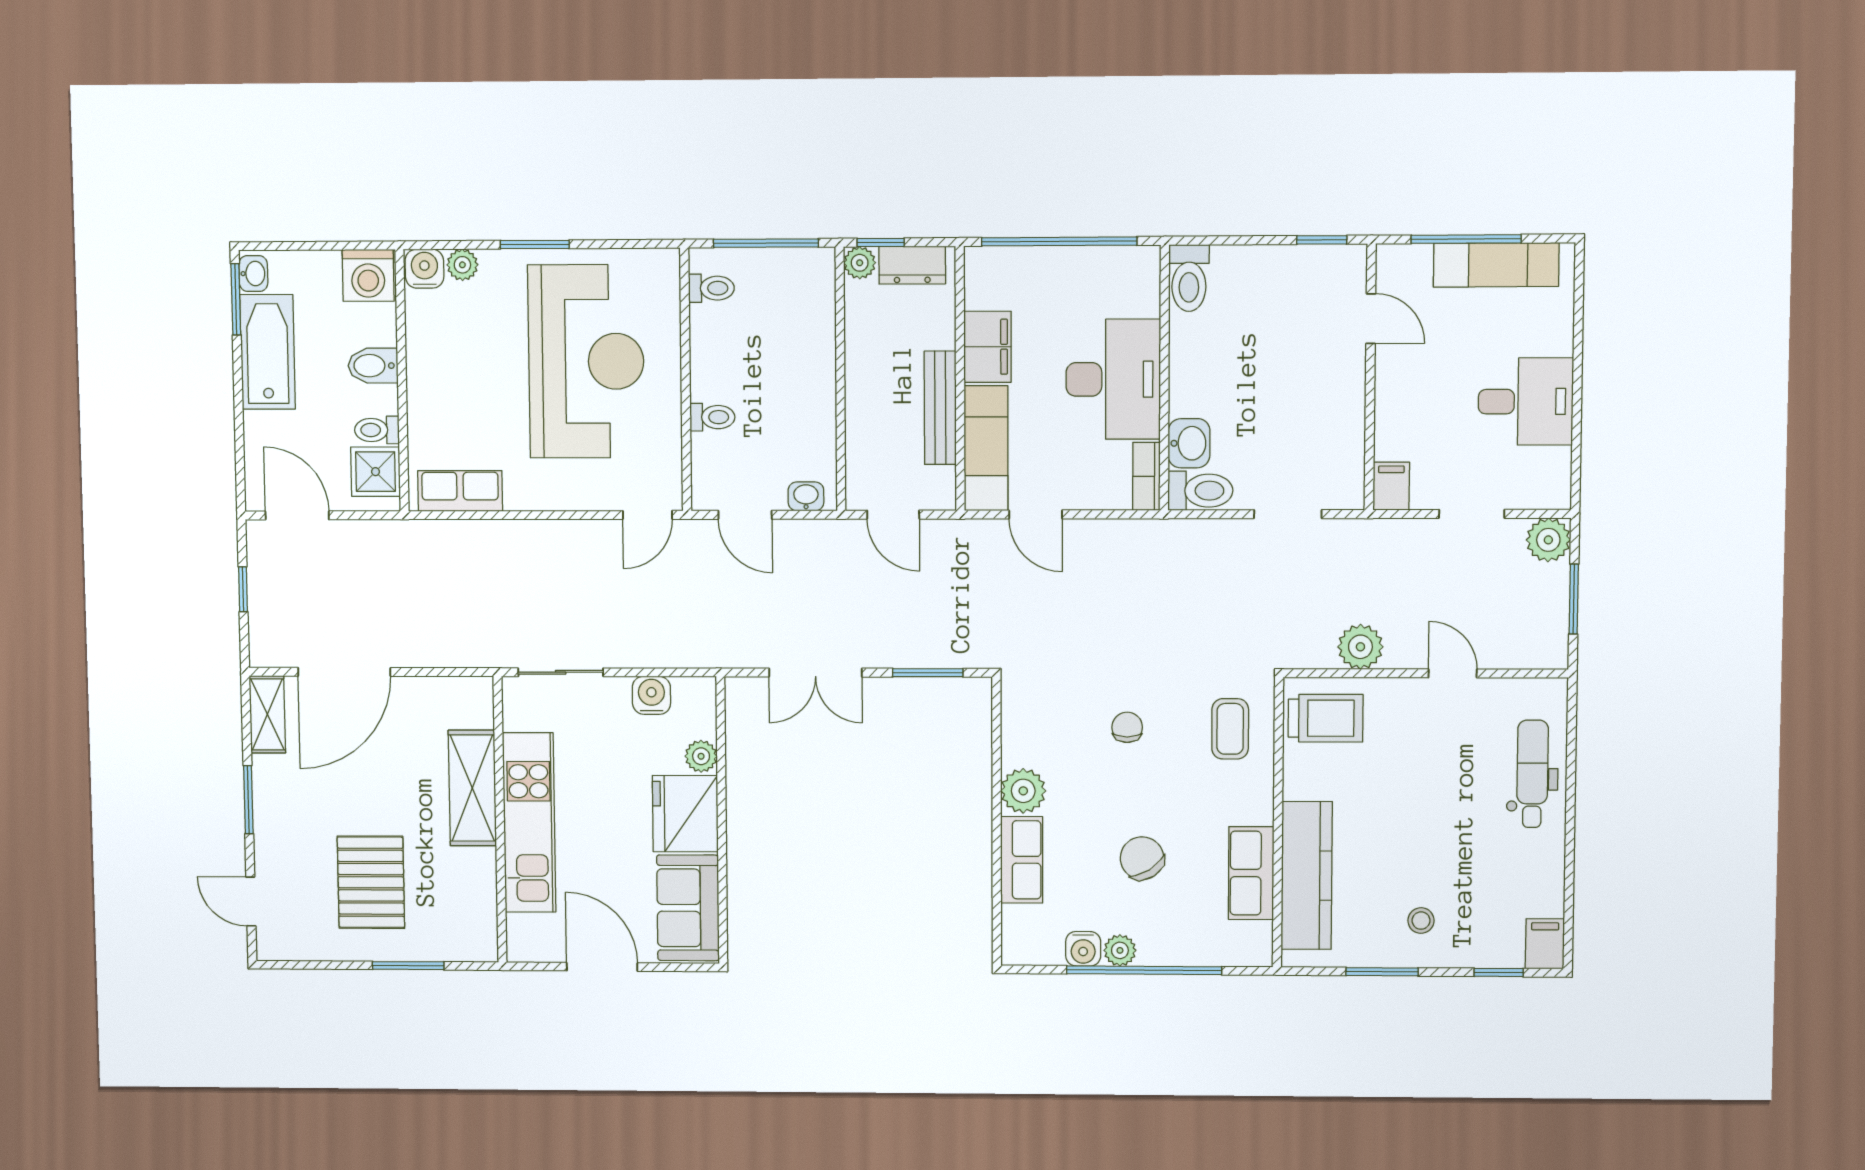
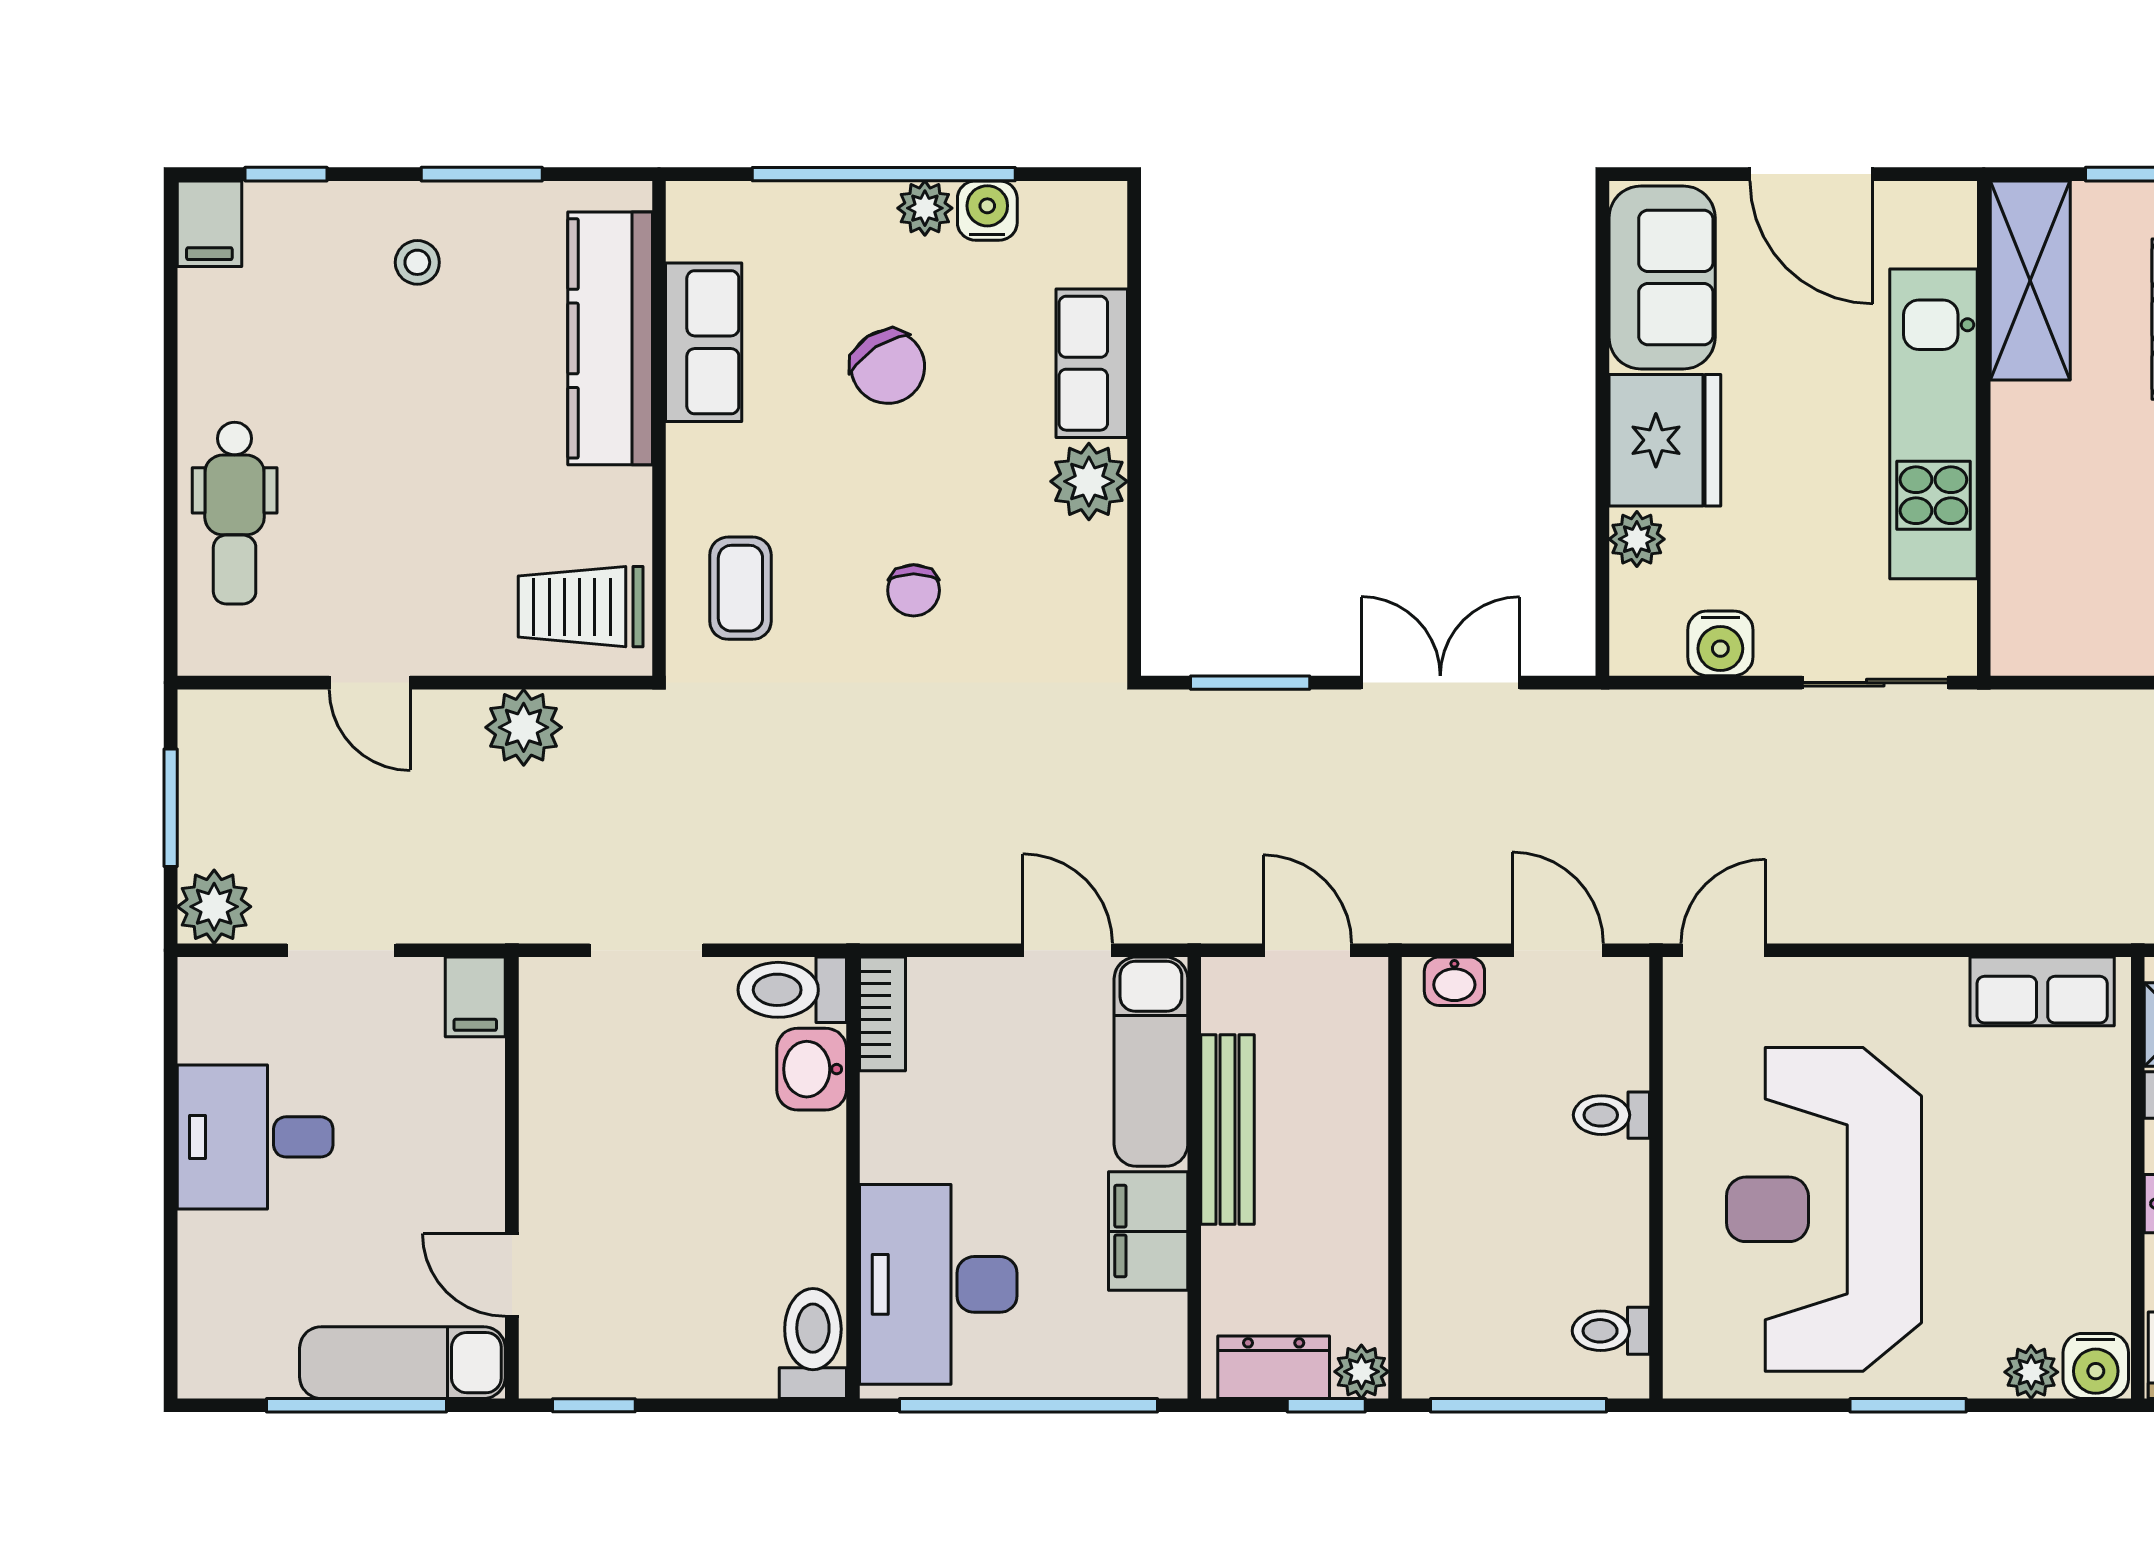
exam couch: (1496, 265) -> (402, 1363), moved
desk: (1113, 379) -> (938, 1284), moved
shelving: (472, 788) -> (2030, 280), moved

